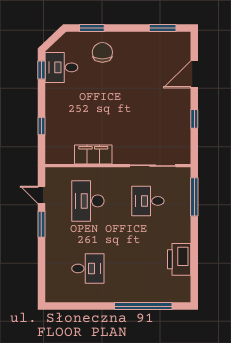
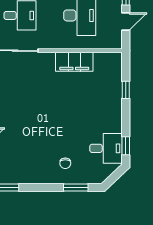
chair: (102, 52) -> (65, 163), width x0.54, depth x0.54
door: (41, 195) -> (126, 21), hinge flipped

